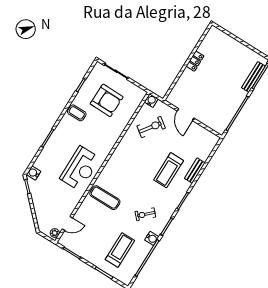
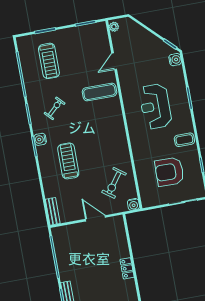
reception desk: (80, 168) -> (155, 106), moved
bench: (195, 171) -> (53, 211), moved
door: (67, 223) -> (114, 61), moved
water cooler: (152, 238) -> (40, 139), moved

